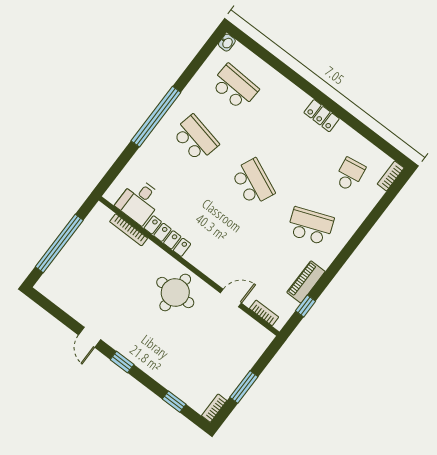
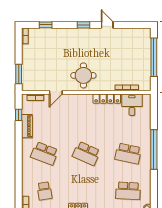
school desk: (310, 226) -> (44, 153), turned 42
window: (244, 387) -> (19, 74), moved

